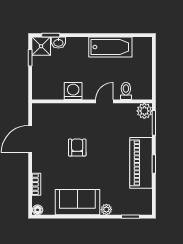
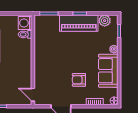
washing machine: (73, 91) -> (25, 23), moved
door: (104, 101) -> (33, 95), moved
plant: (144, 111) -> (105, 21), moved
armchair: (77, 148) -> (79, 80), moved

